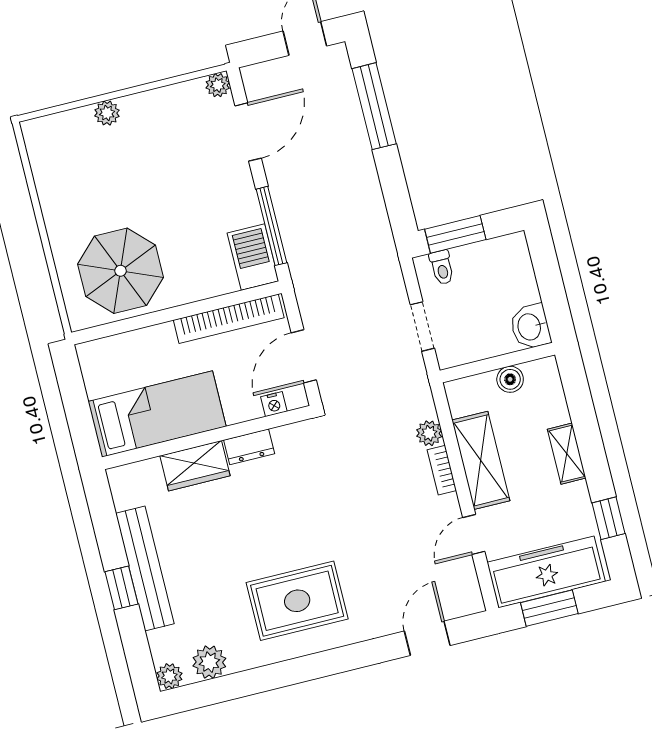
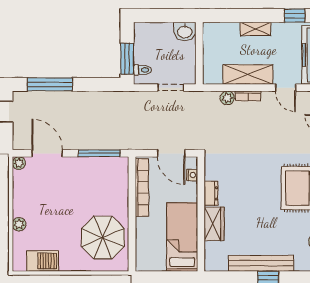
barbecue: (253, 257) -> (42, 261), moved, turned 180
boiler: (510, 379) -> (210, 49), removed

